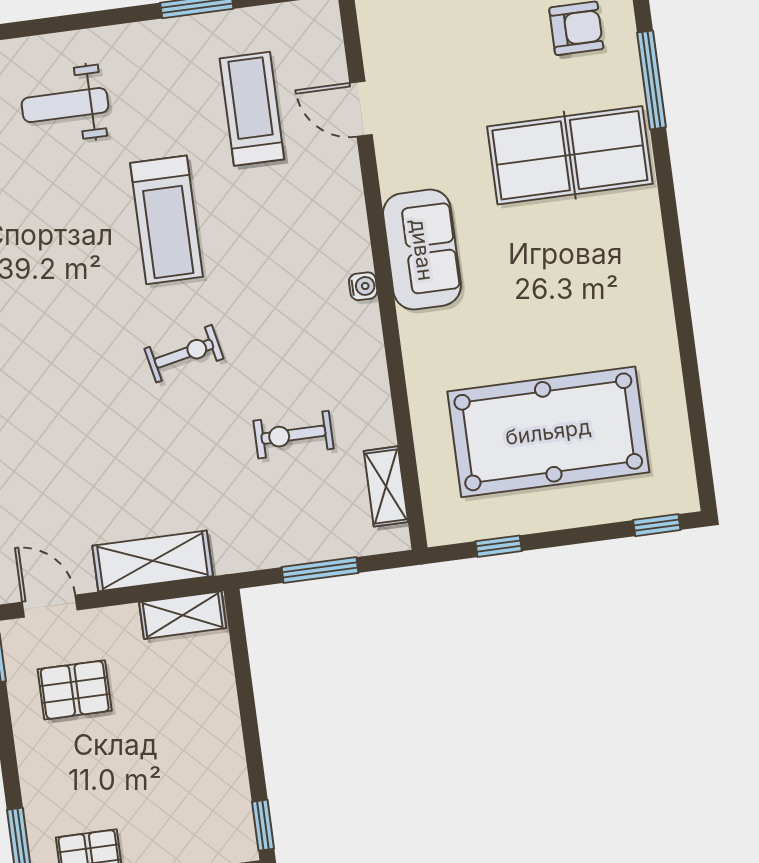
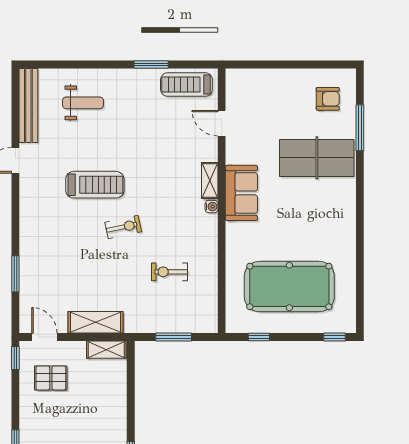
weight bench: (65, 105) -> (83, 103), turned 180
treadmill: (252, 109) -> (186, 84), moved, turned -90
treadmill: (167, 220) -> (95, 185), moved, turned -90
shelving: (386, 486) -> (210, 181), moved

